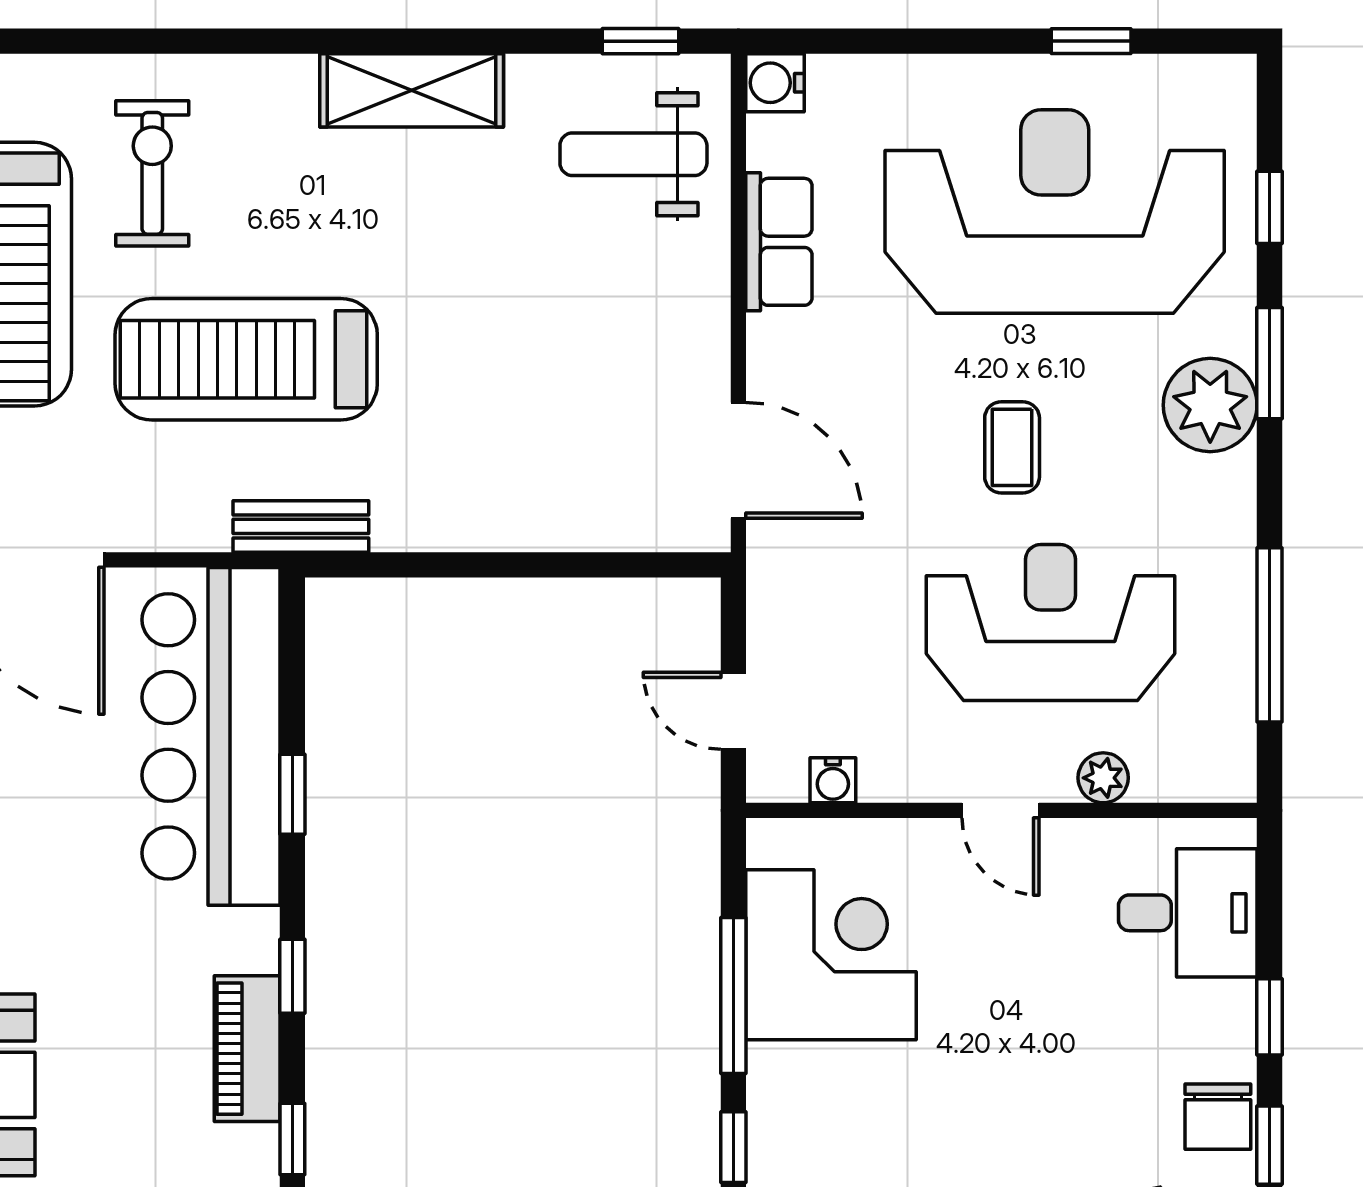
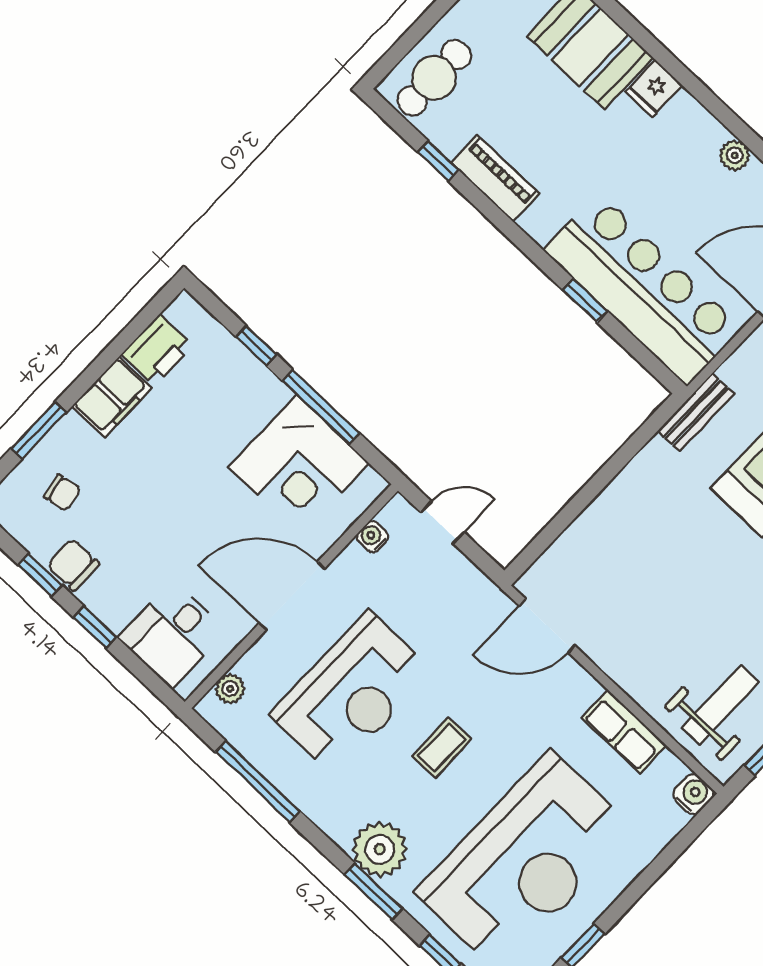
coffee table: (1012, 447) -> (442, 748), turned 90
plant: (1103, 778) -> (230, 689), moved
door: (1000, 810) -> (292, 596), width x1.87
window: (292, 976) -> (508, 227), removed

